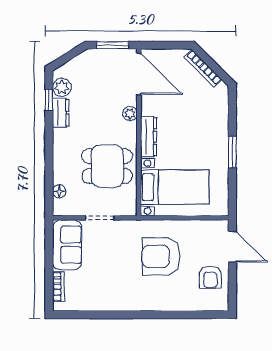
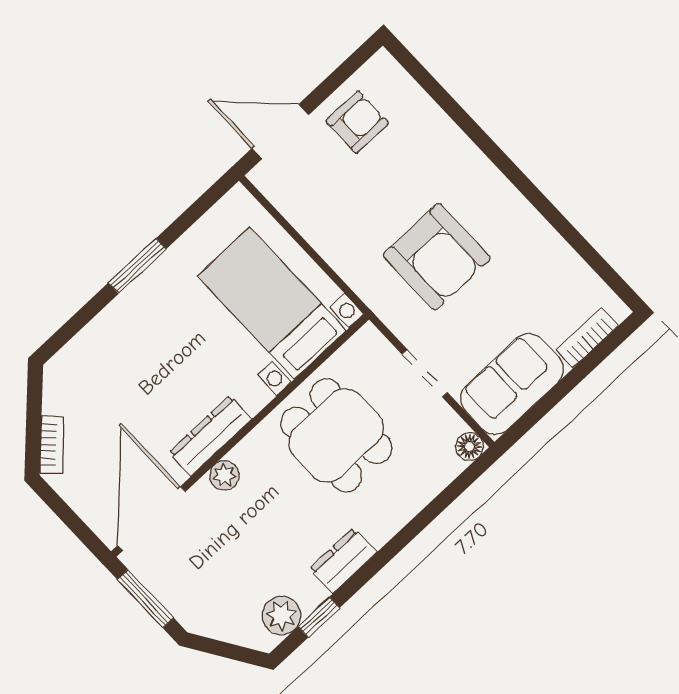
bookcase: (203, 68) -> (52, 445), width x0.64
dresser: (61, 113) -> (343, 561), moved
dresser: (149, 137) -> (210, 436), moved
floor lamp: (59, 191) -> (469, 447), moved
door: (232, 247) -> (280, 132), hinge flipped
armchair: (161, 256) -> (437, 257), moved

